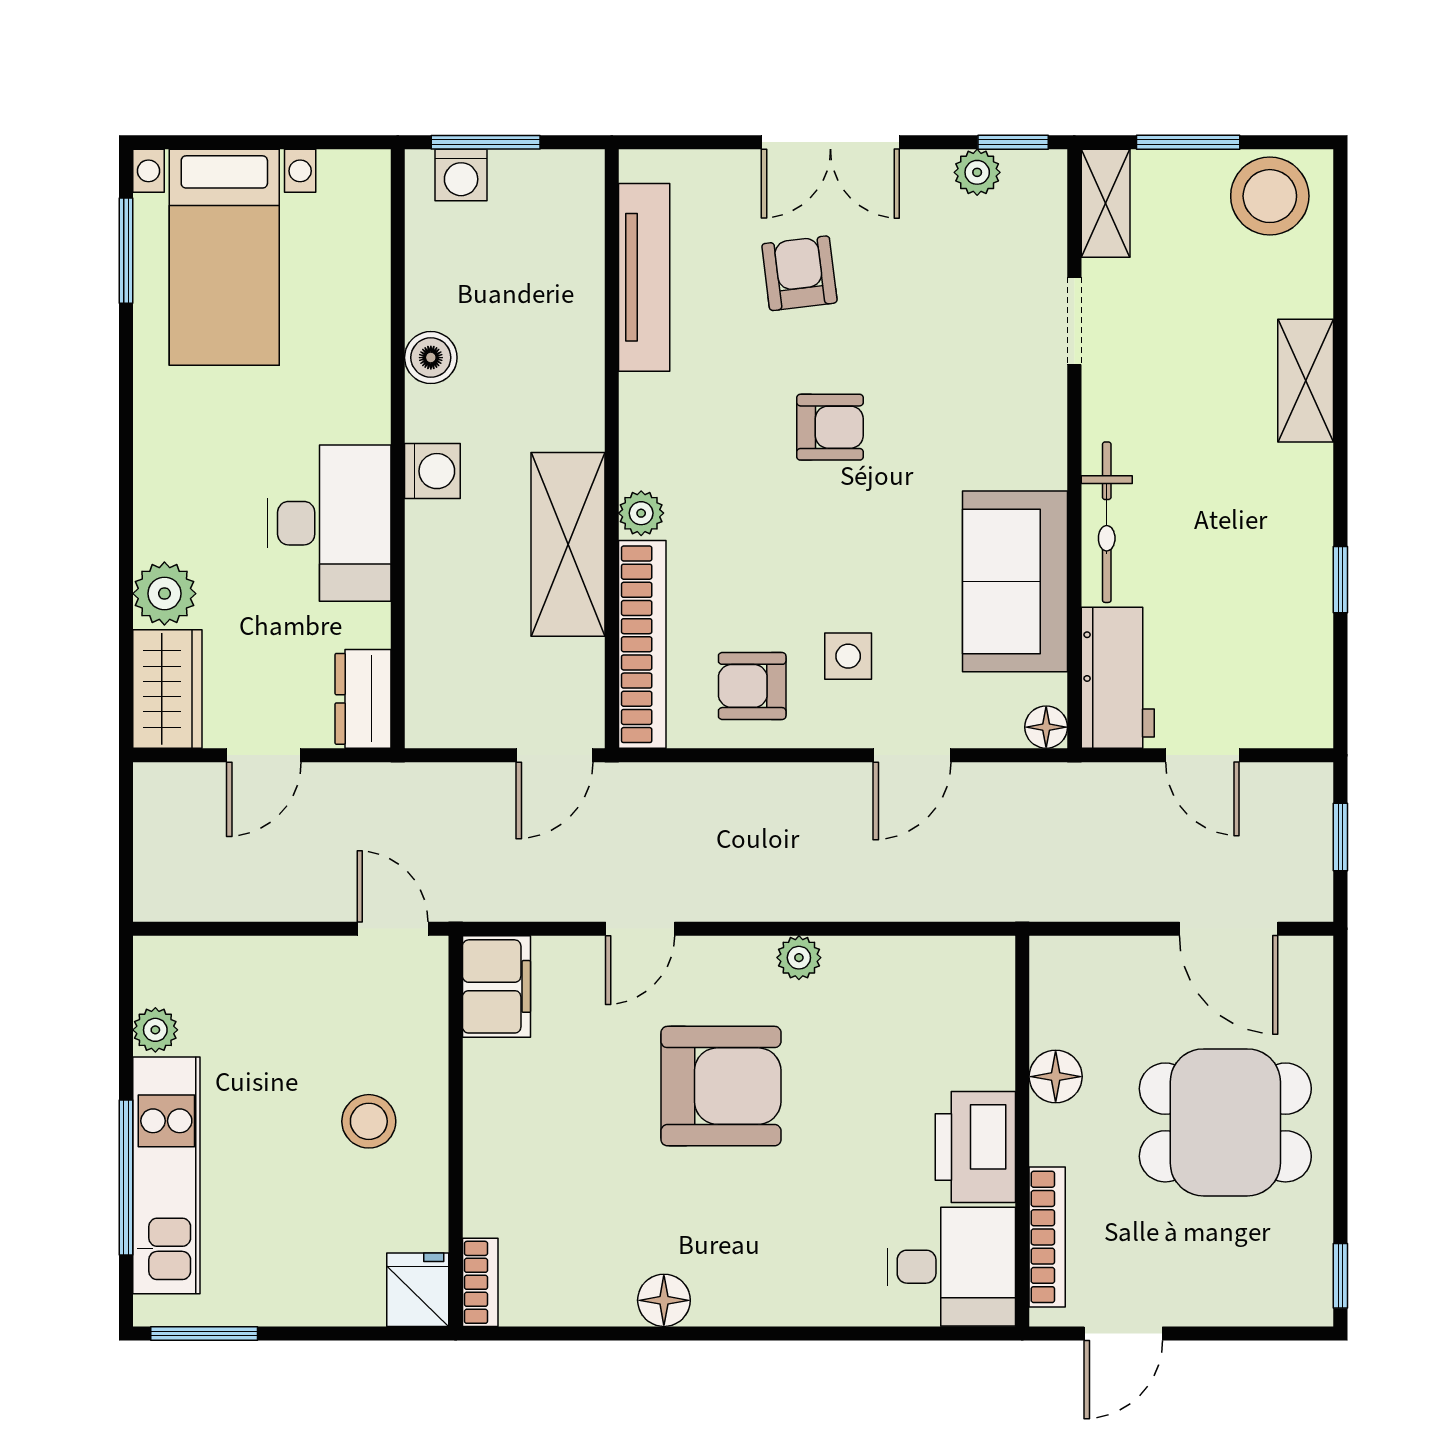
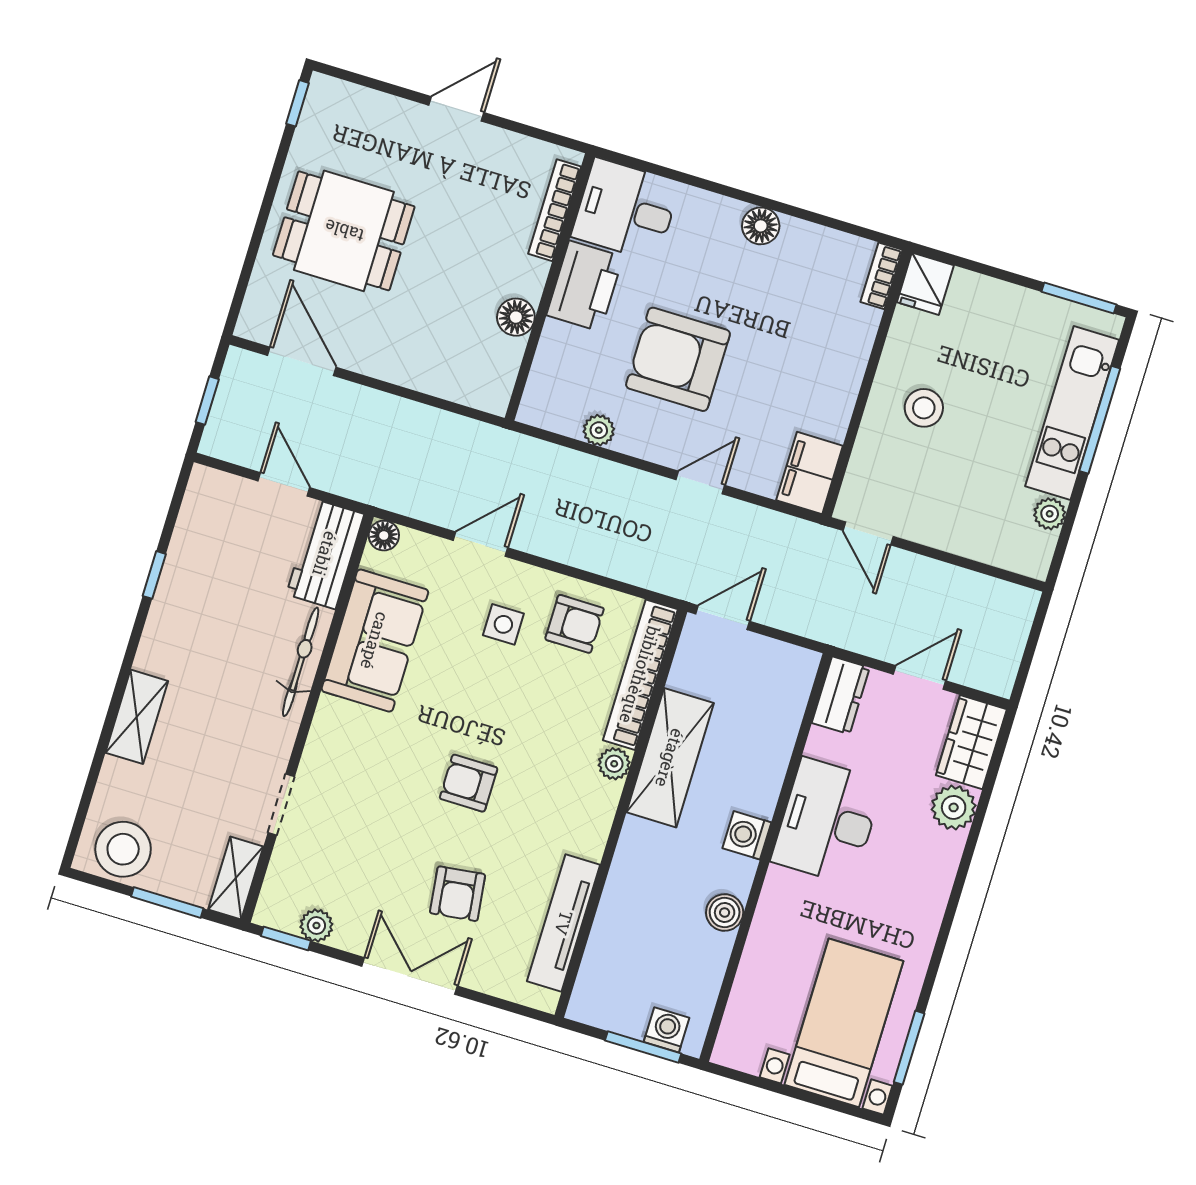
floor lamp: (1056, 1077) -> (516, 317), moved
wall: (1022, 1131) -> (550, 287), moved
printer: (975, 1147) -> (585, 286), moved
bookcase: (1047, 1237) -> (555, 210), moved
desk: (951, 1267) -> (626, 210), moved

